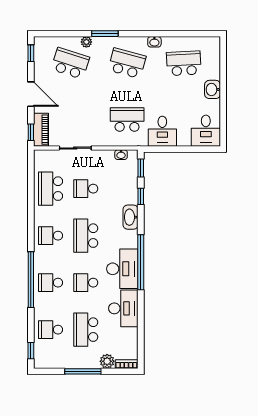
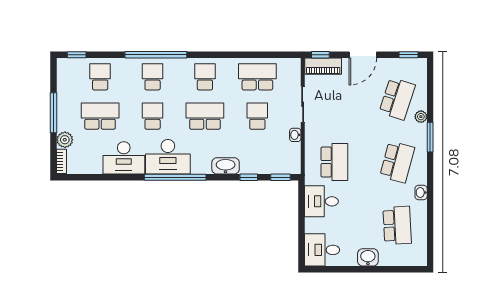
washbasin: (121, 155) -> (295, 135), moved

